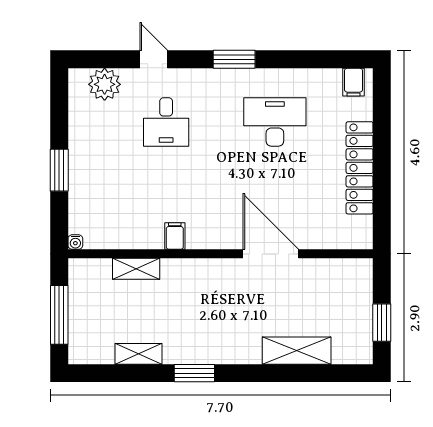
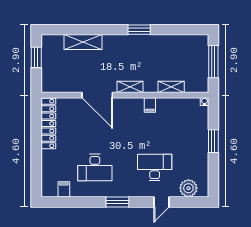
door: (154, 59) -> (161, 202), hinge flipped
filing cabinet: (354, 82) -> (64, 189), moved
desk: (166, 122) -> (155, 168), width x1.37
locker: (360, 168) -> (48, 124), moved
shelving: (138, 354) -> (130, 87), moved

